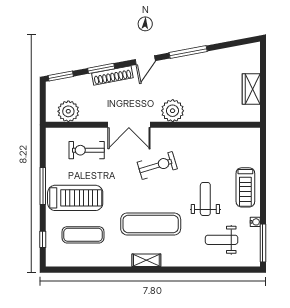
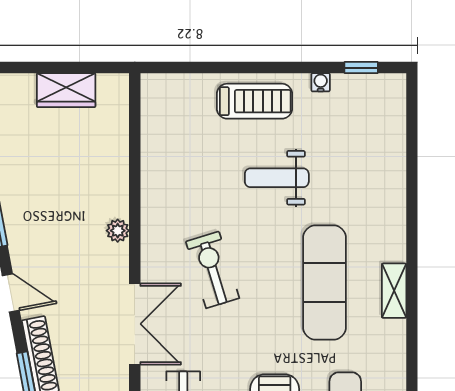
plant: (173, 111) -> (118, 231), width x0.53, depth x0.53
weight bench: (222, 240) -> (355, 147), removed
window: (263, 243) -> (361, 68), width x0.46

